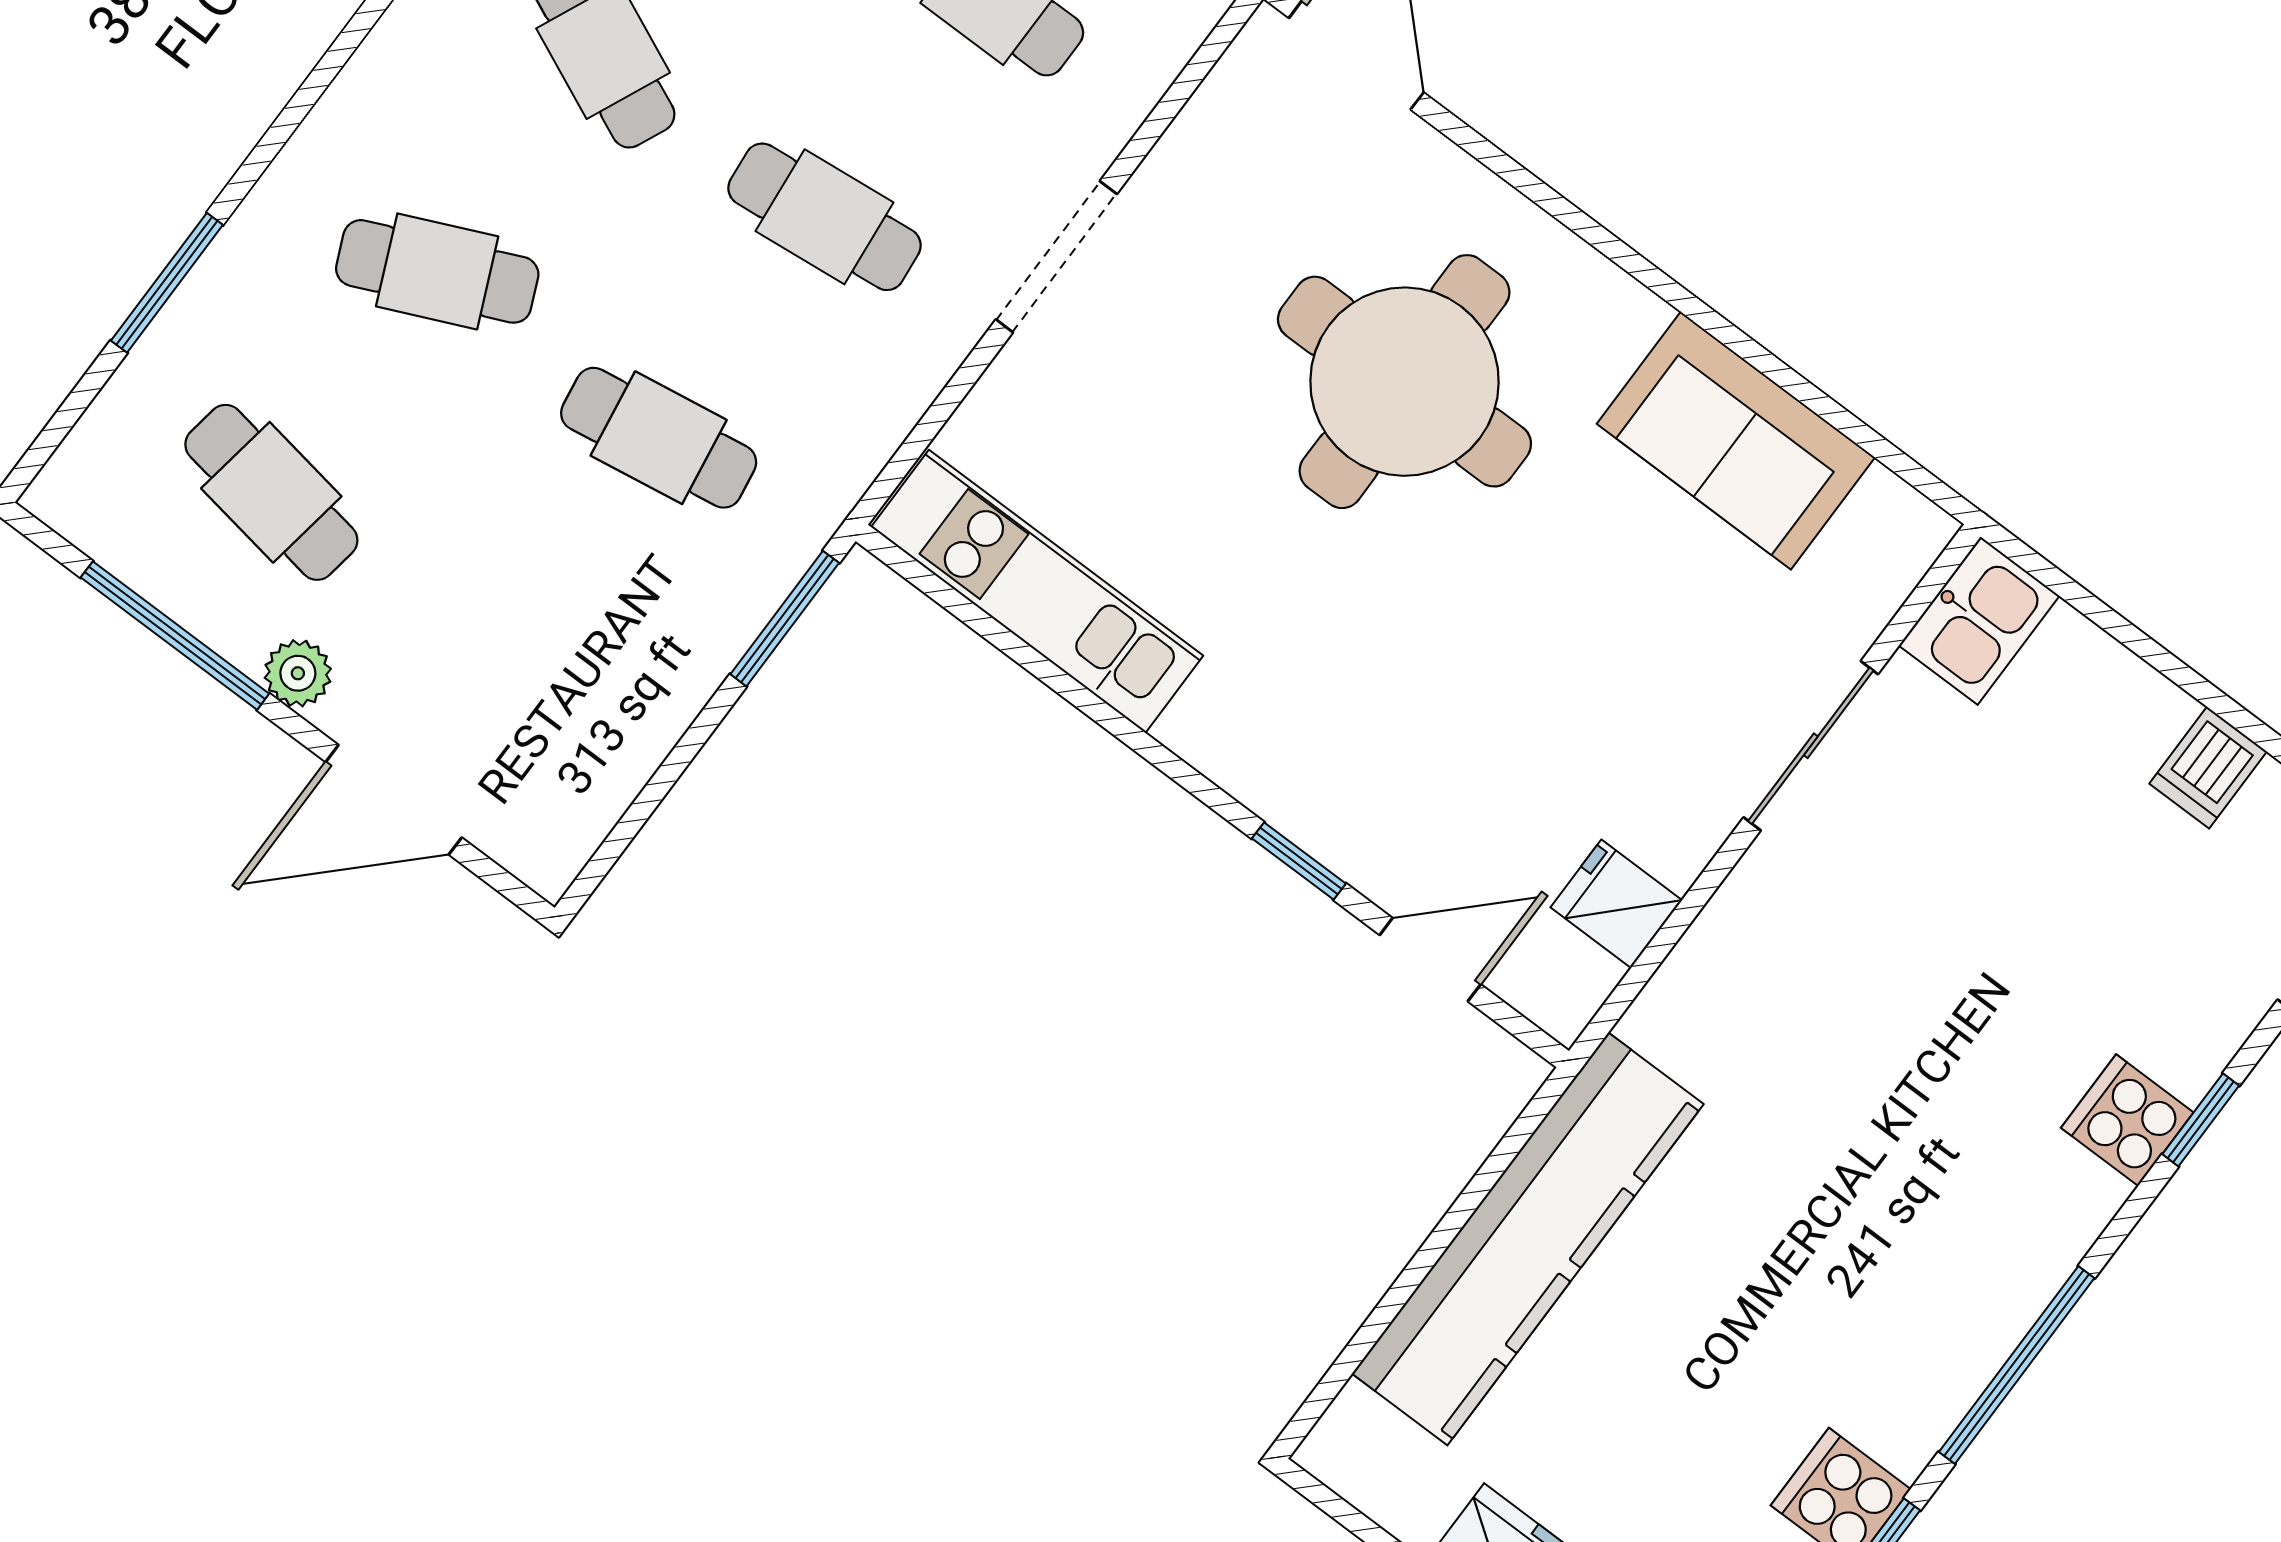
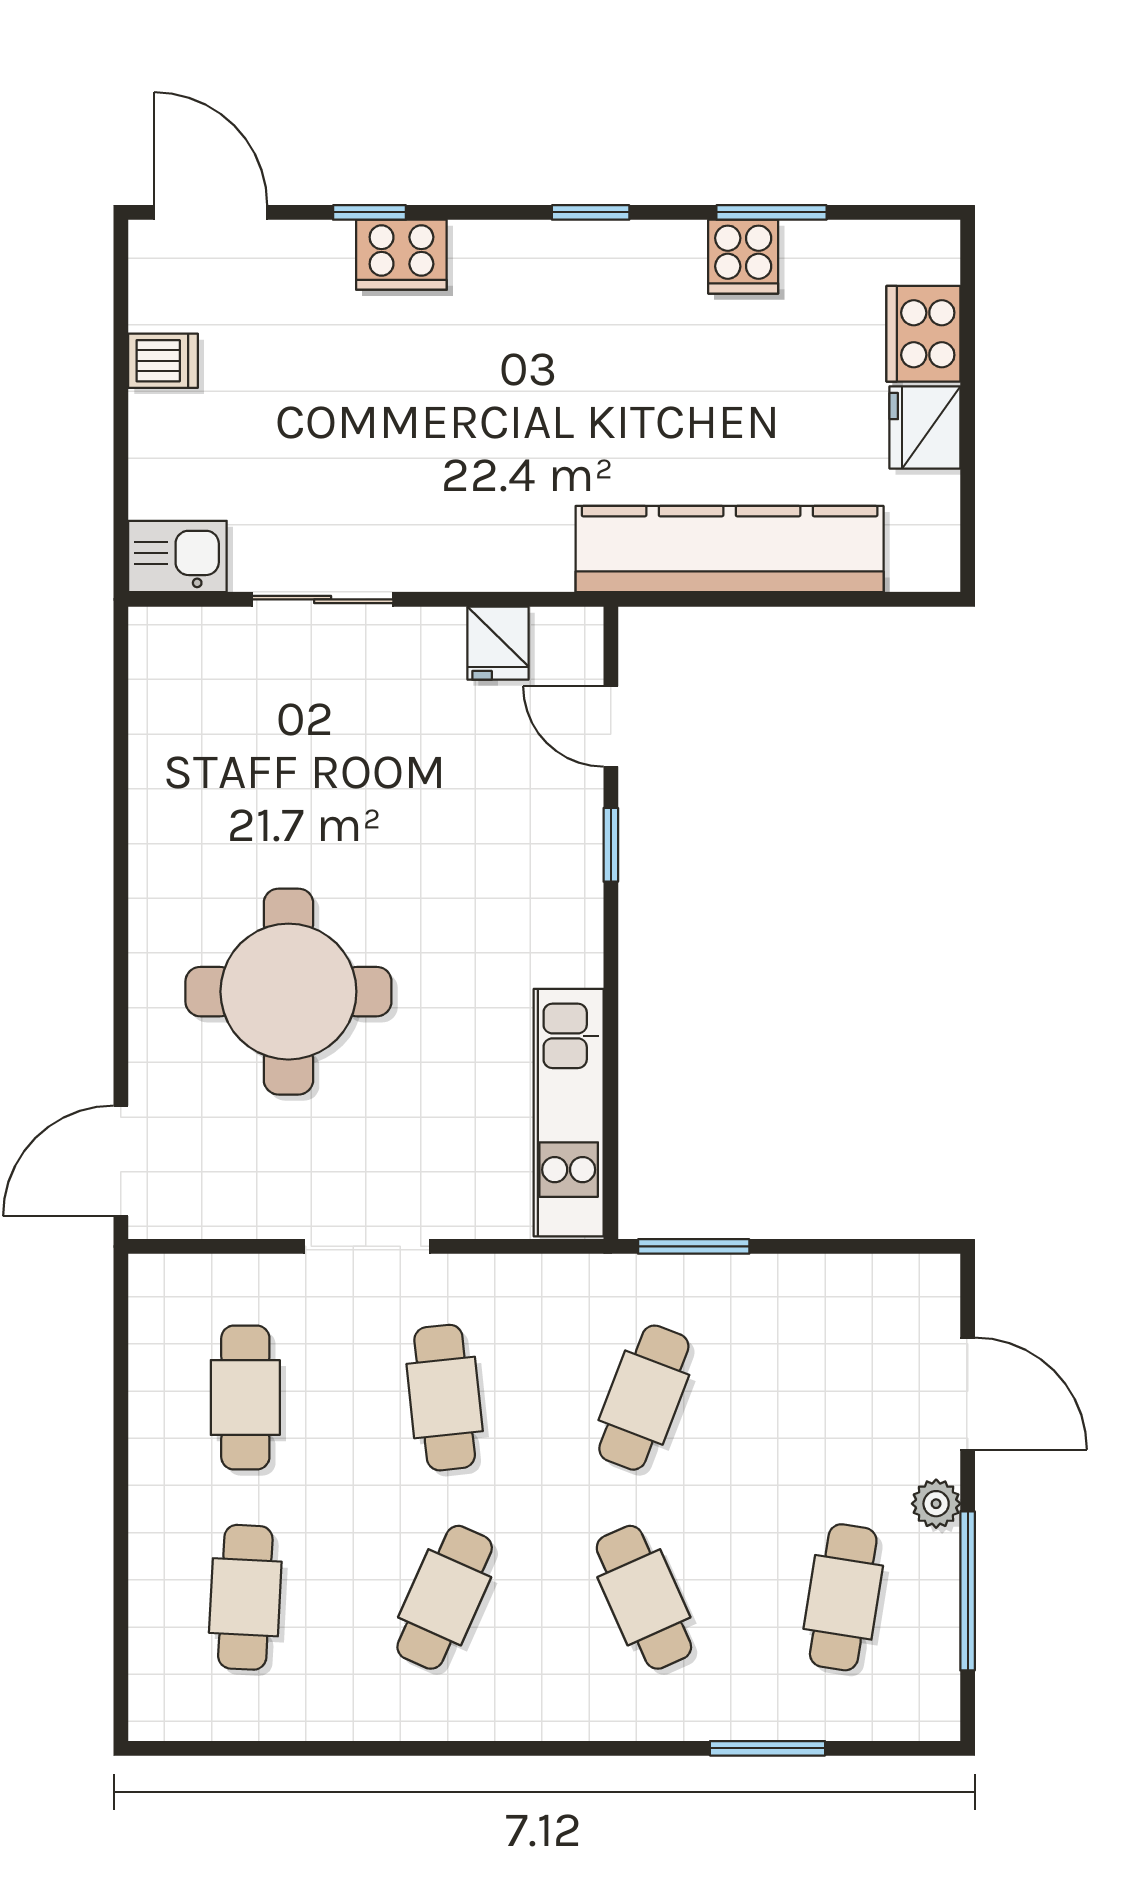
cafe table: (659, 438) -> (644, 1398), turned 30
sofa: (1736, 441) -> (179, 775), removed
cooker: (2127, 1120) -> (401, 255), width x1.36
window: (2017, 1365) -> (591, 212), width x0.46

